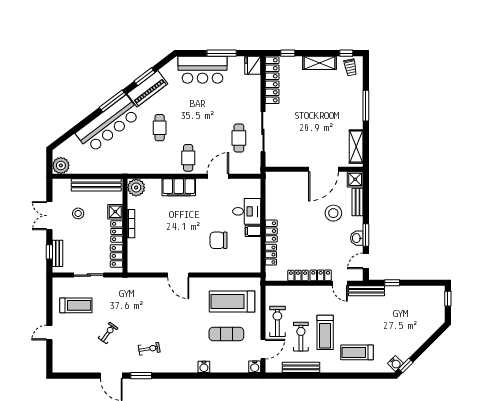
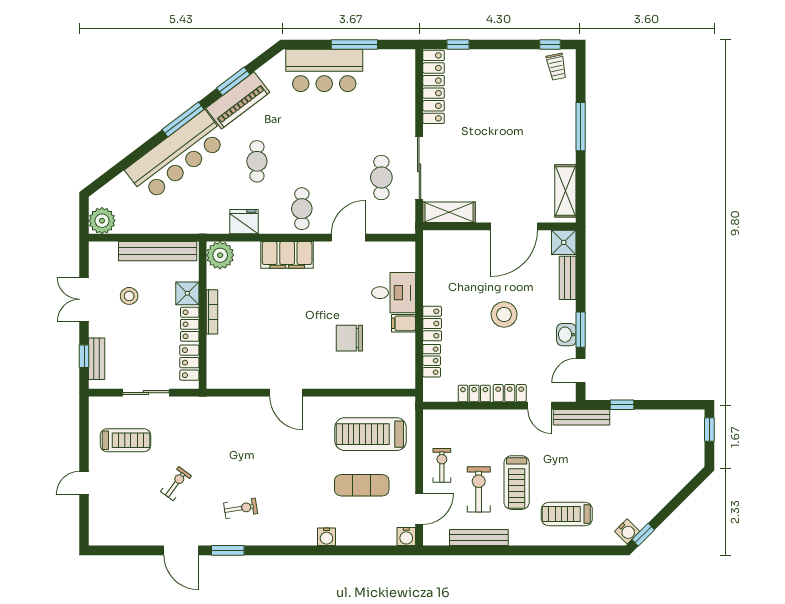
shelving: (319, 63) -> (449, 212), moved
fridge: (253, 65) -> (244, 222), moved, turned 90
stool: (333, 213) -> (504, 314), moved
exercise bike: (277, 321) -> (442, 465), width x0.73, depth x0.72

